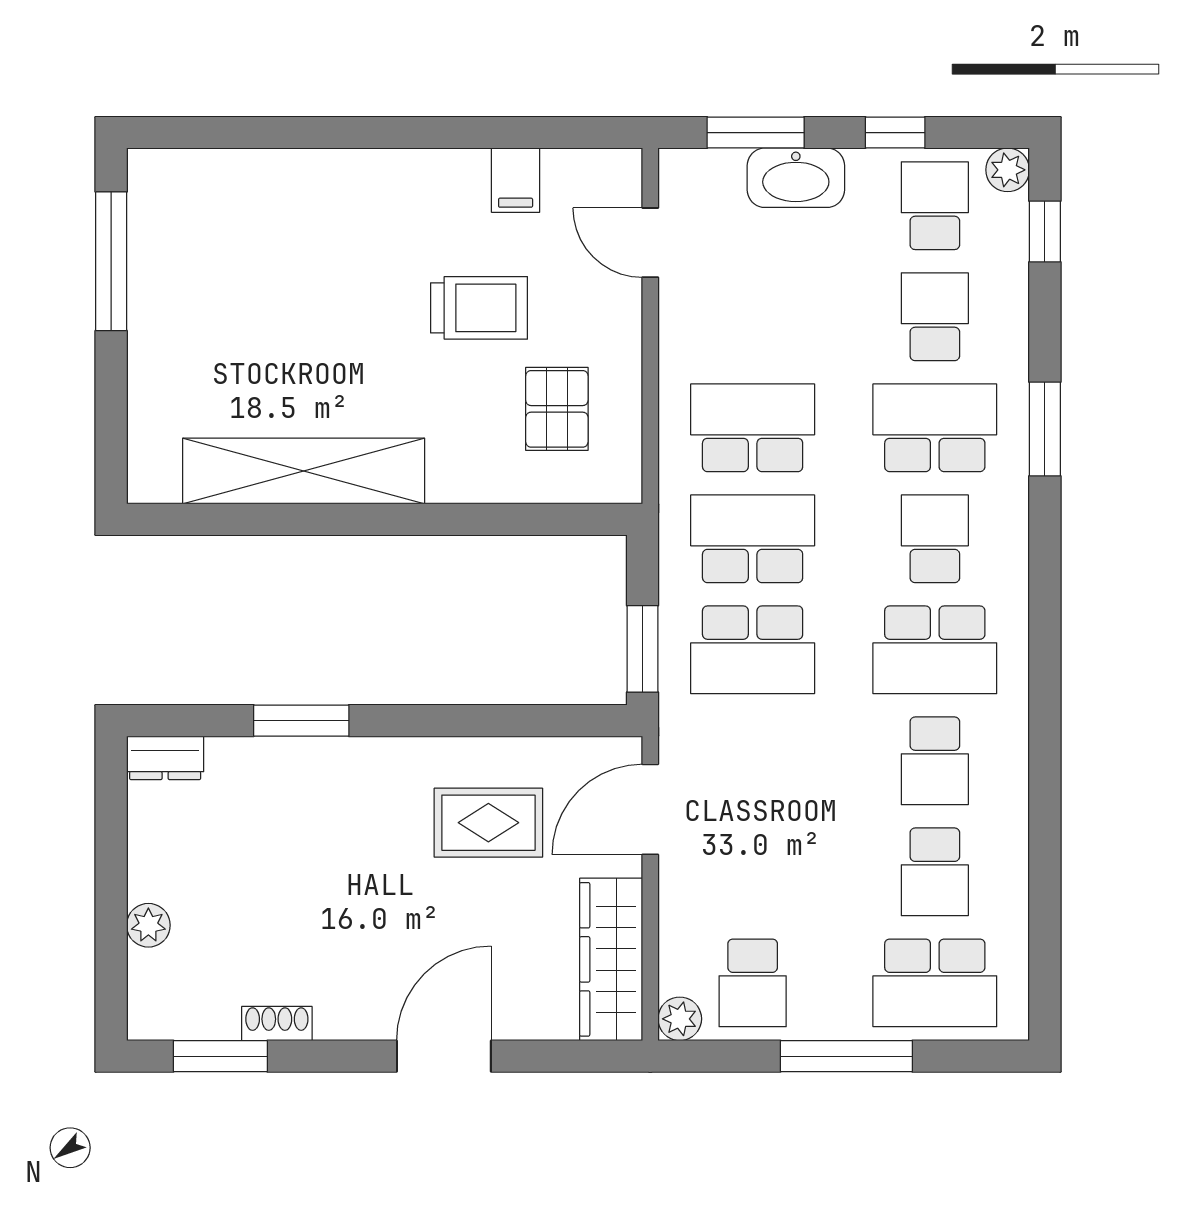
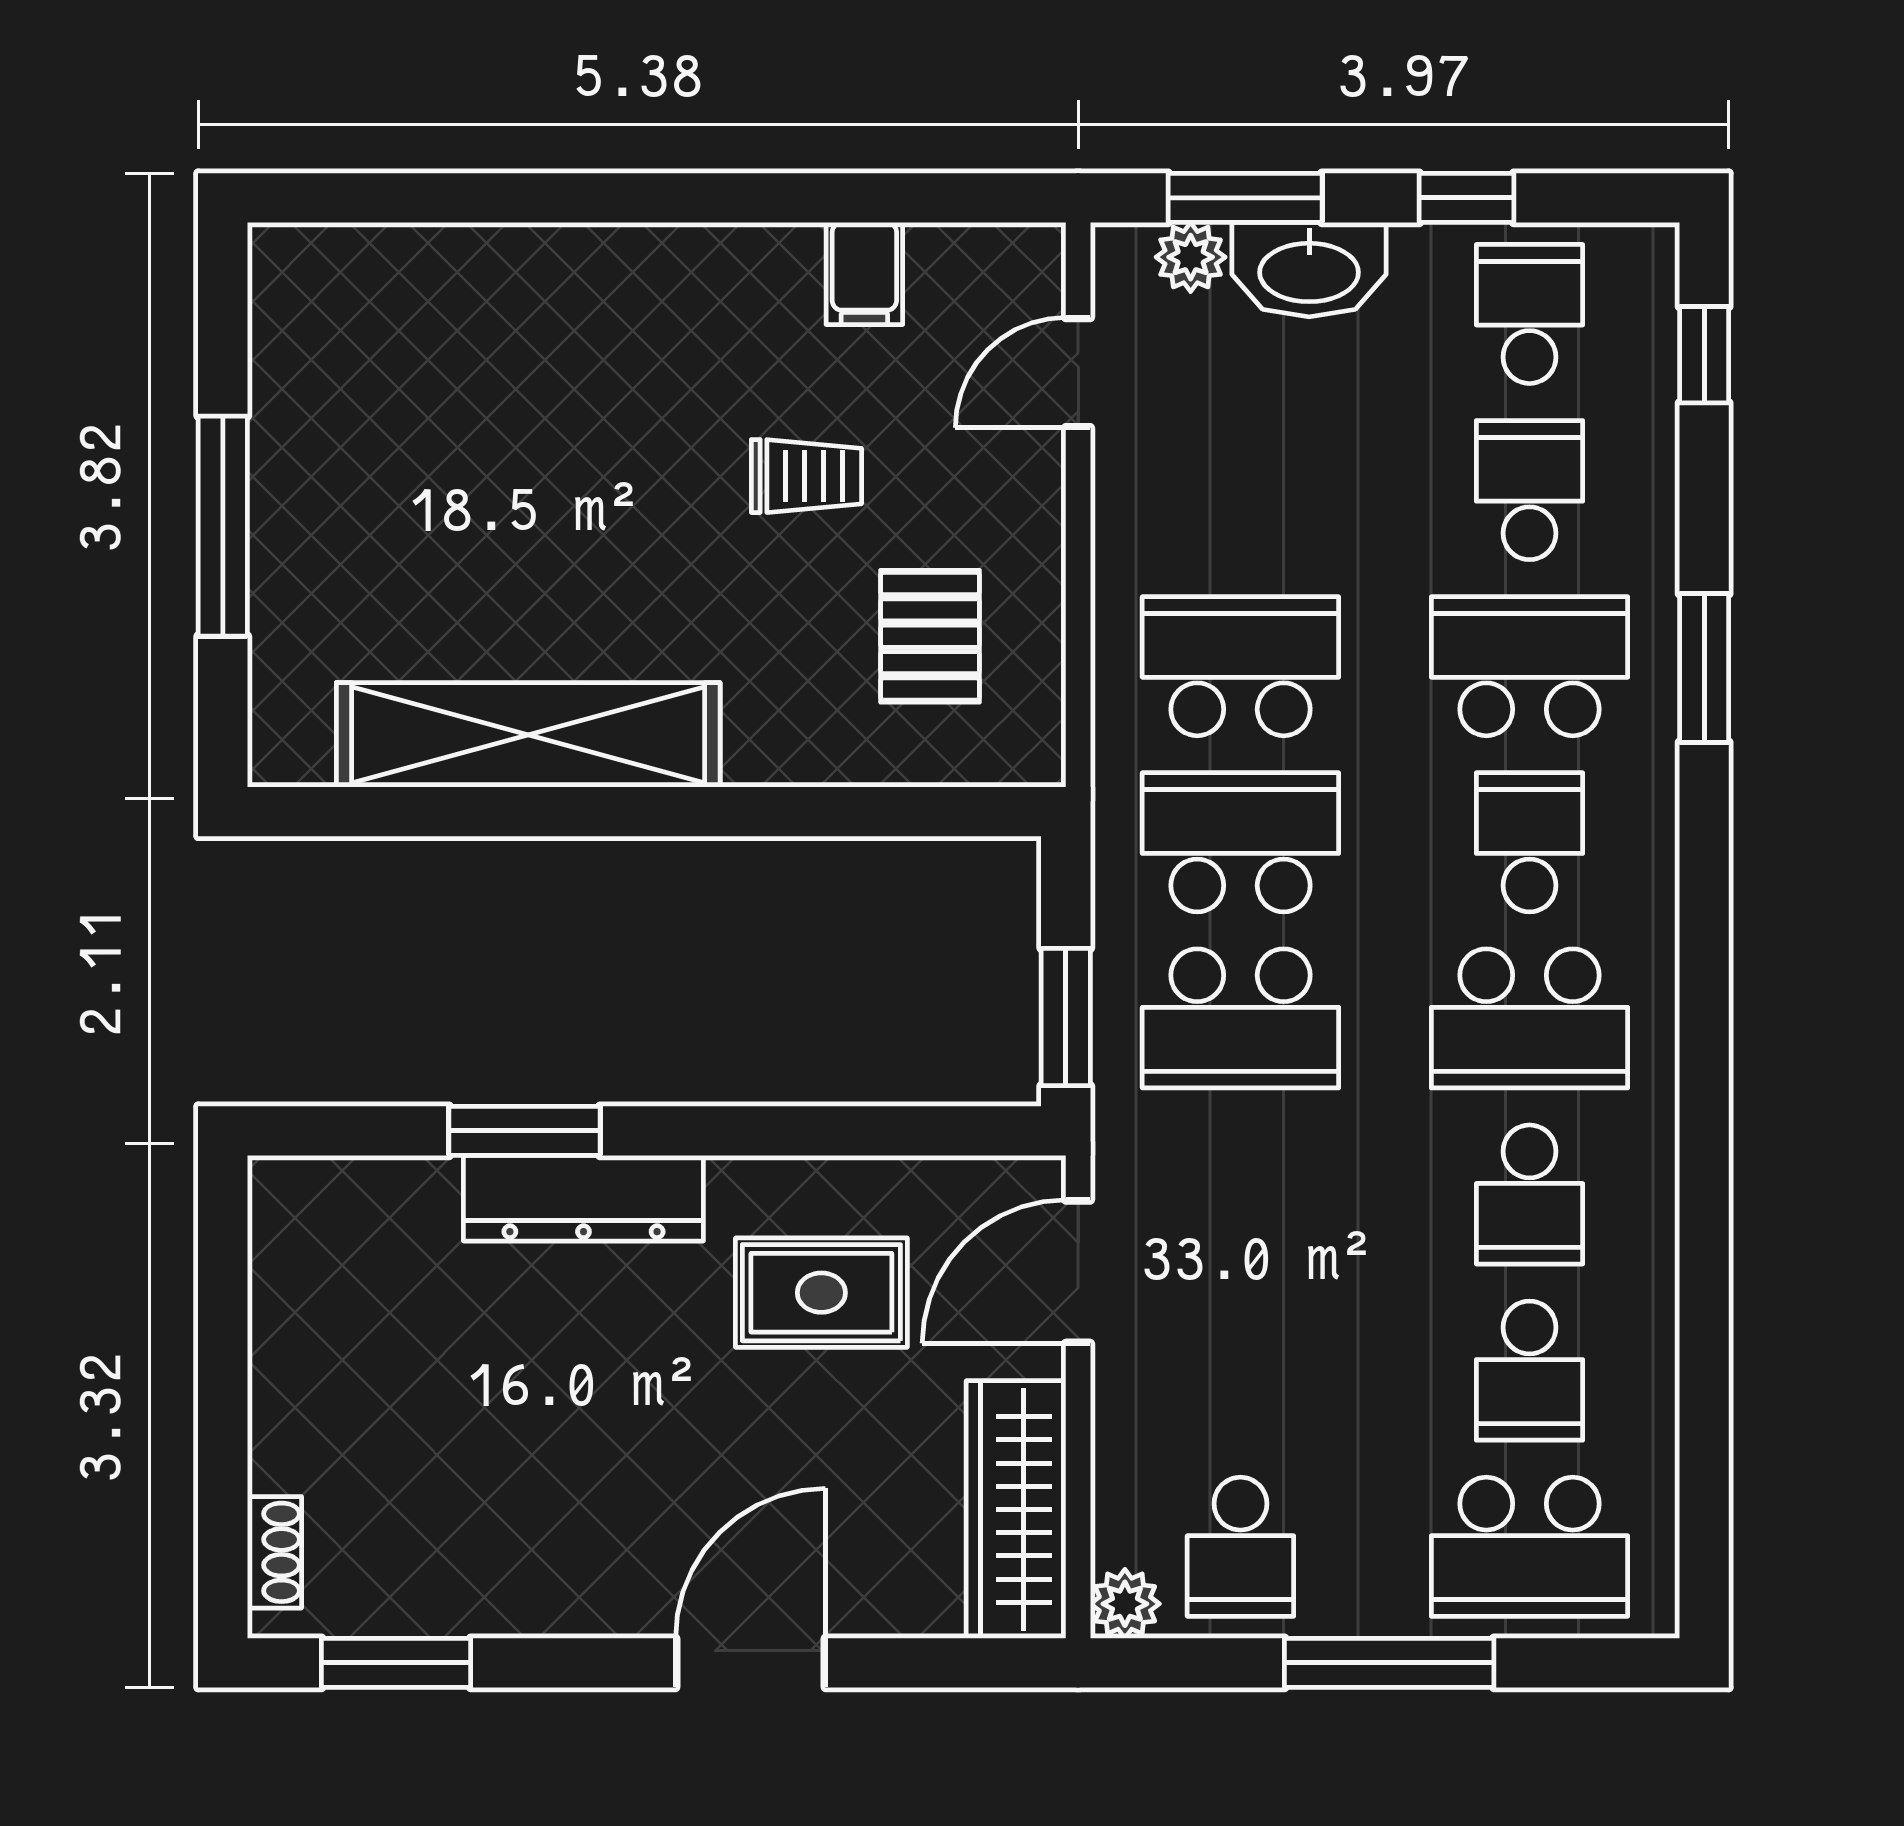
plant: (1008, 170) -> (1191, 257), moved
door: (650, 243) -> (1078, 373), hinge flipped
window: (111, 261) -> (223, 526), moved
trolley: (479, 308) -> (806, 476), width x0.73, depth x0.72
dresser: (165, 758) -> (583, 1198), moved, width x1.96, depth x1.24
plant: (148, 925) -> (282, 1455), removed
shoe rack: (277, 1023) -> (274, 1552), moved, turned 90

